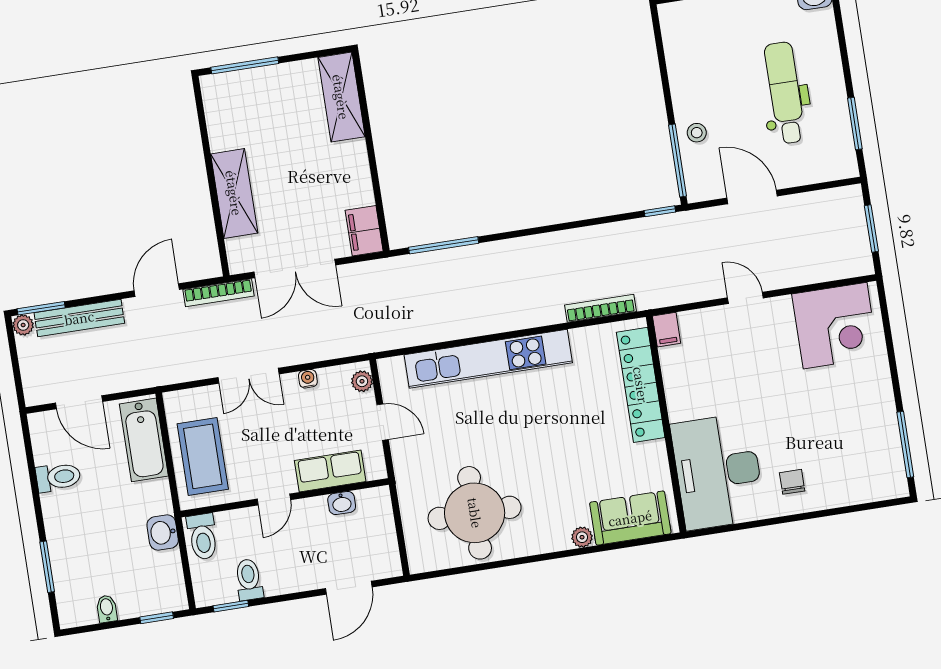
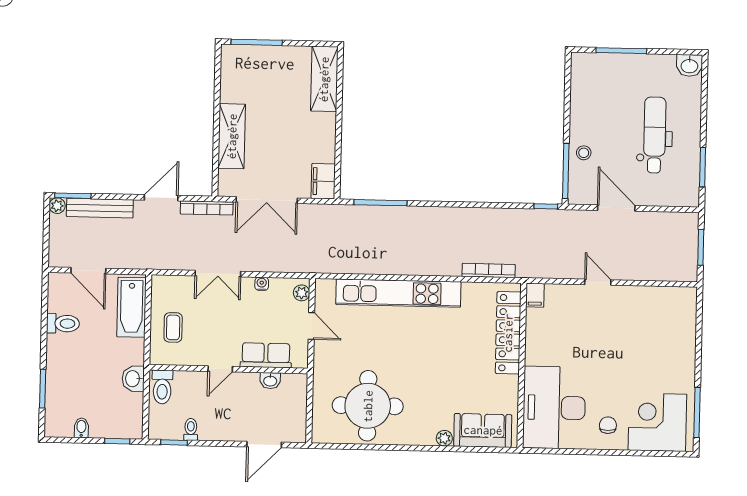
corner desk: (835, 326) -> (657, 422), moved, turned 180
coffee table: (203, 456) -> (173, 327), width x0.54, depth x0.58
toilet: (249, 580) -> (191, 429), width x0.73, depth x0.72

